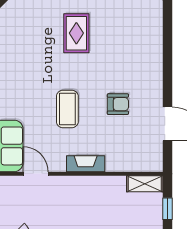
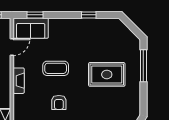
rug: (76, 33) -> (107, 74), width x1.36, depth x1.43

